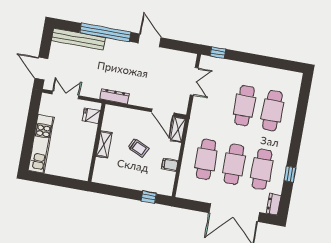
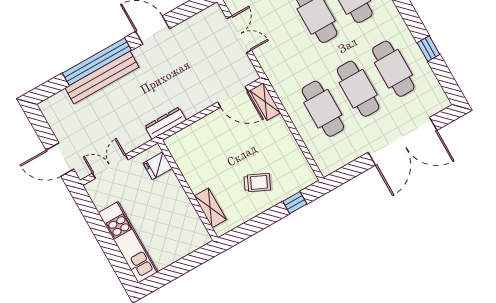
bench: (78, 39) -> (102, 78), moved
shelving: (104, 144) -> (210, 208), moved
trolley: (138, 148) -> (257, 183), moved
filing cabinet: (170, 165) -> (288, 148), removed
dresser: (274, 204) -> (438, 96), removed

